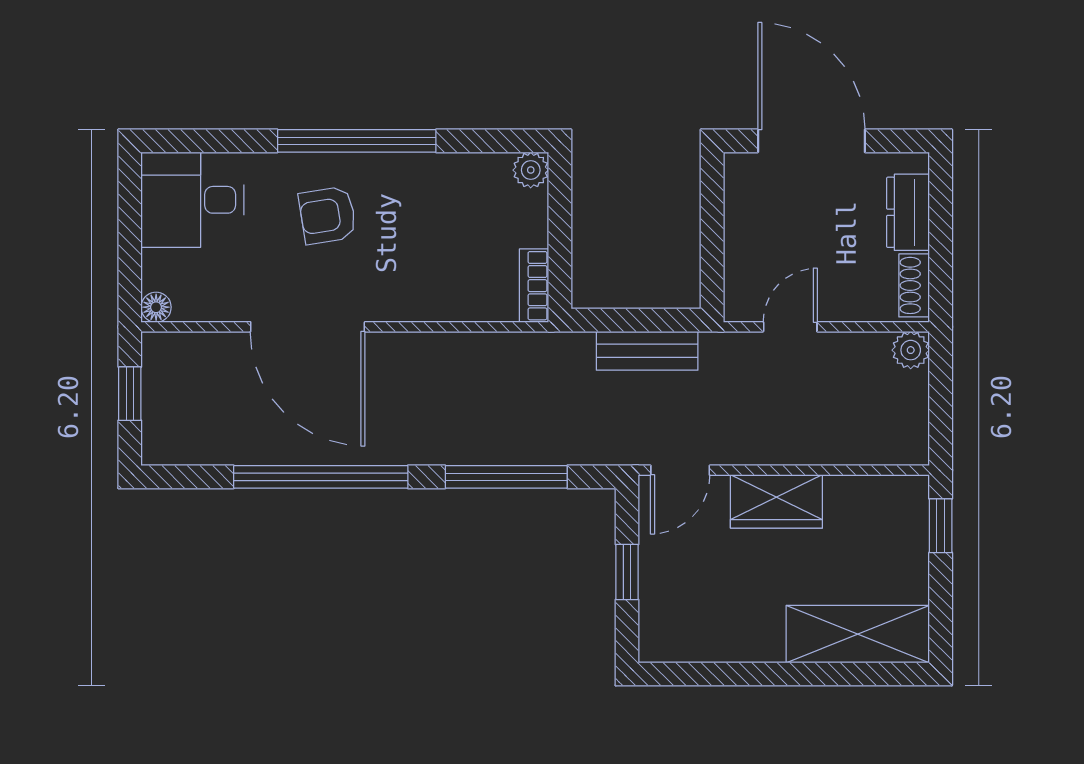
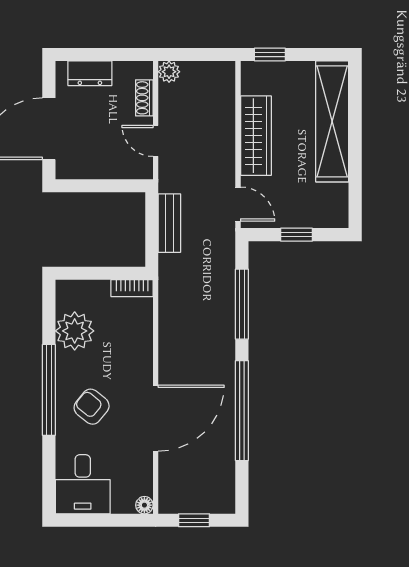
plant: (531, 170) -> (75, 331), moved, width x1.88, depth x1.88
armchair: (328, 215) -> (92, 407), turned 138
shoe rack: (914, 285) -> (144, 98), moved, turned 90
wardrobe: (776, 501) -> (256, 136), width x1.50
shelving: (858, 634) -> (332, 121), width x1.47

